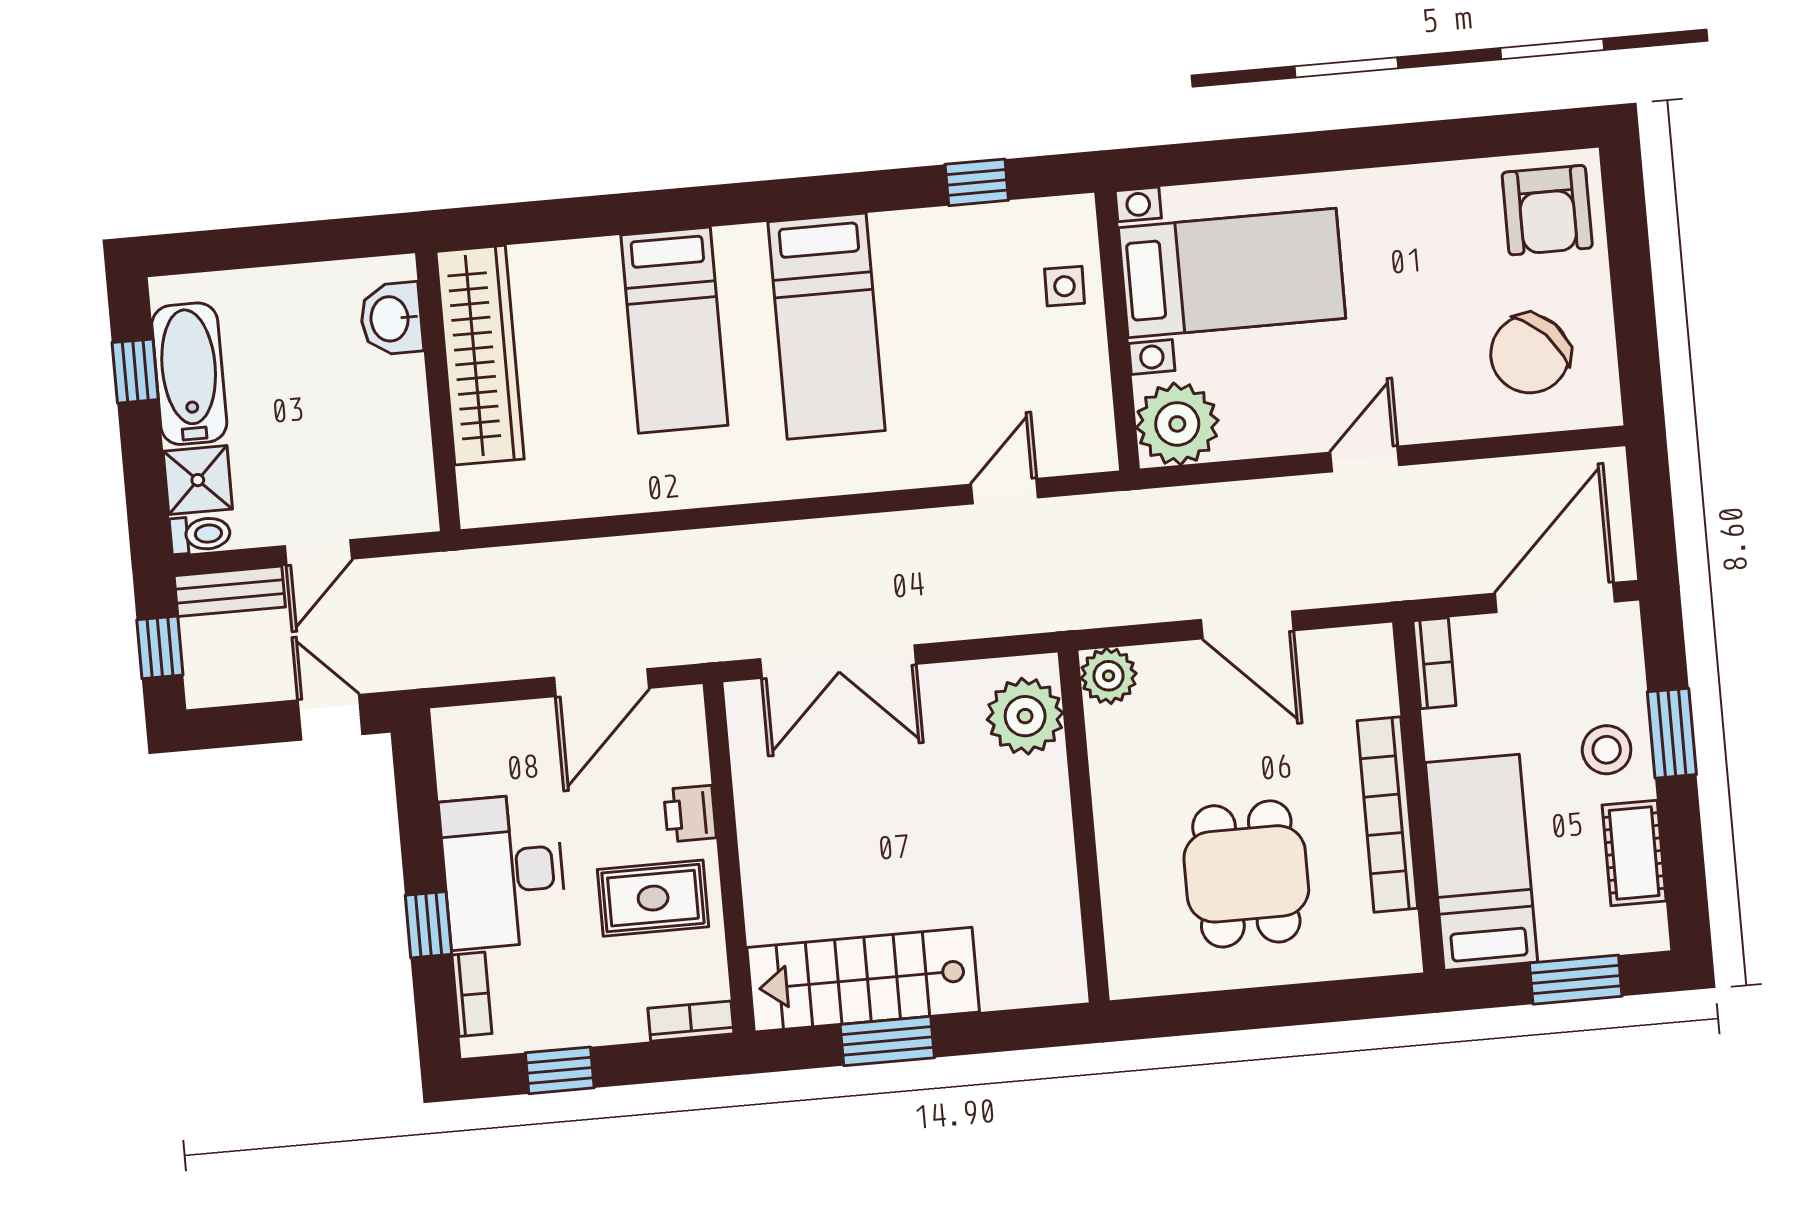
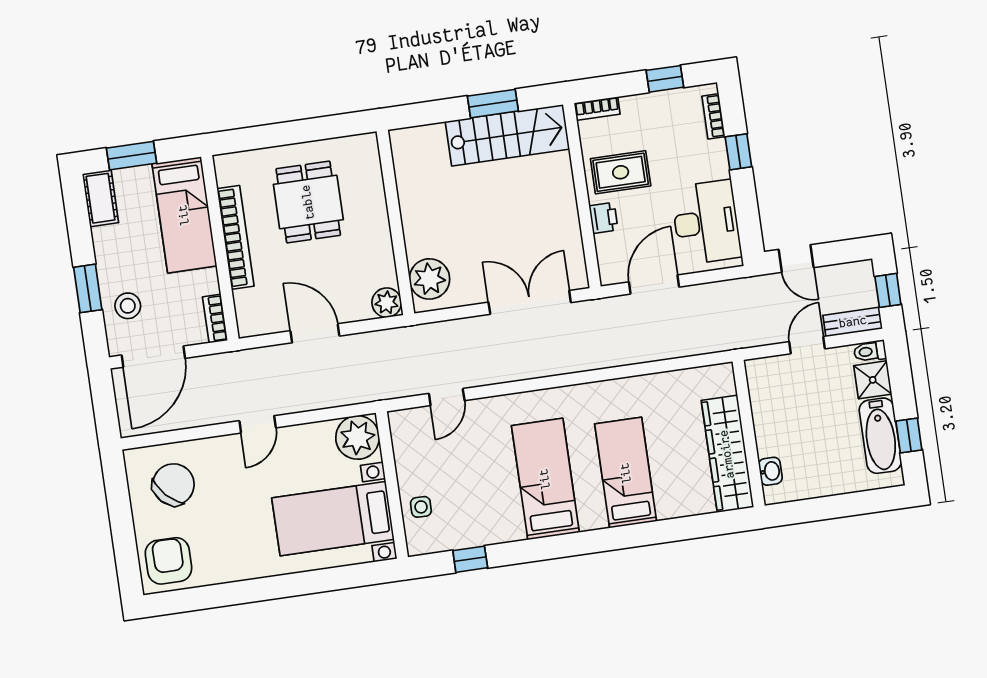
washbasin: (391, 319) -> (770, 471), width x0.72, depth x0.69
stool: (1607, 750) -> (128, 306), moved
cot: (1634, 853) -> (100, 198), moved
desk: (503, 871) -> (706, 222), moved

